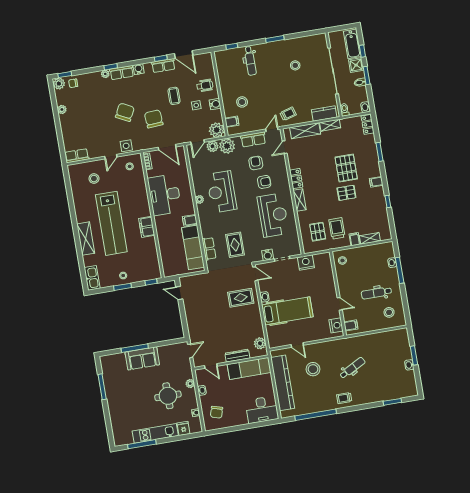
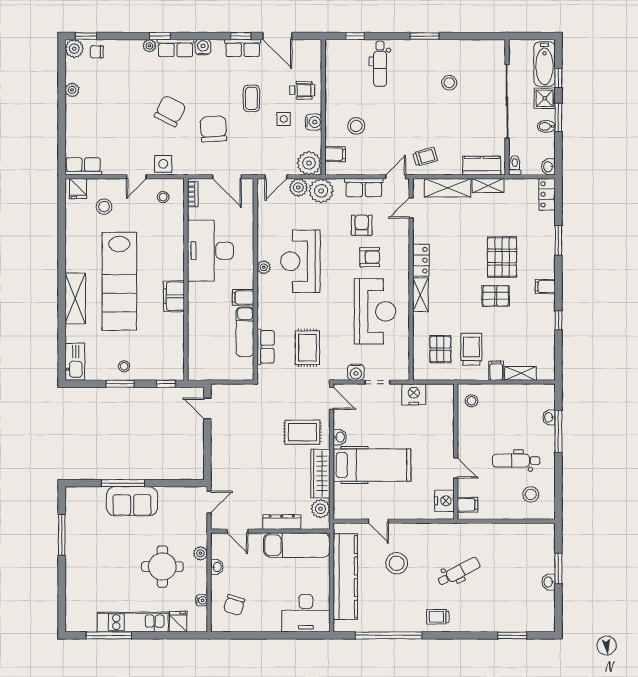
fridge: (76, 170) -> (78, 189), added
exam couch: (193, 247) -> (245, 332), width x0.73, depth x0.69
wardrobe: (256, 321) -> (320, 474), added

